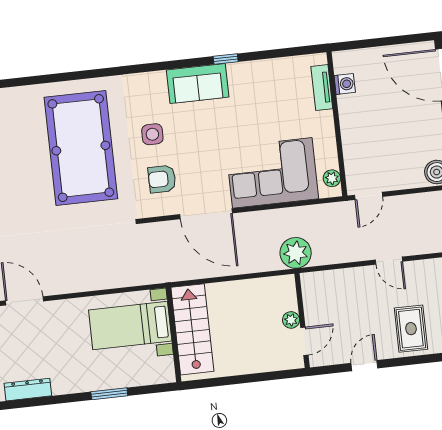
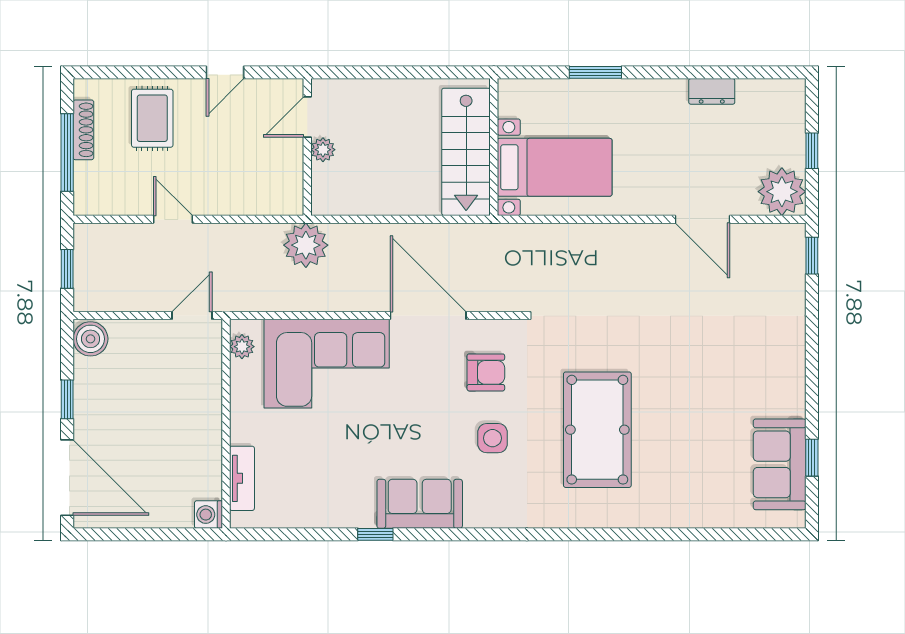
washing machine: (345, 84) -> (209, 515), moved
pool table: (81, 148) -> (597, 430), width x0.73, depth x0.76
dresser: (28, 390) -> (712, 91), width x0.70

